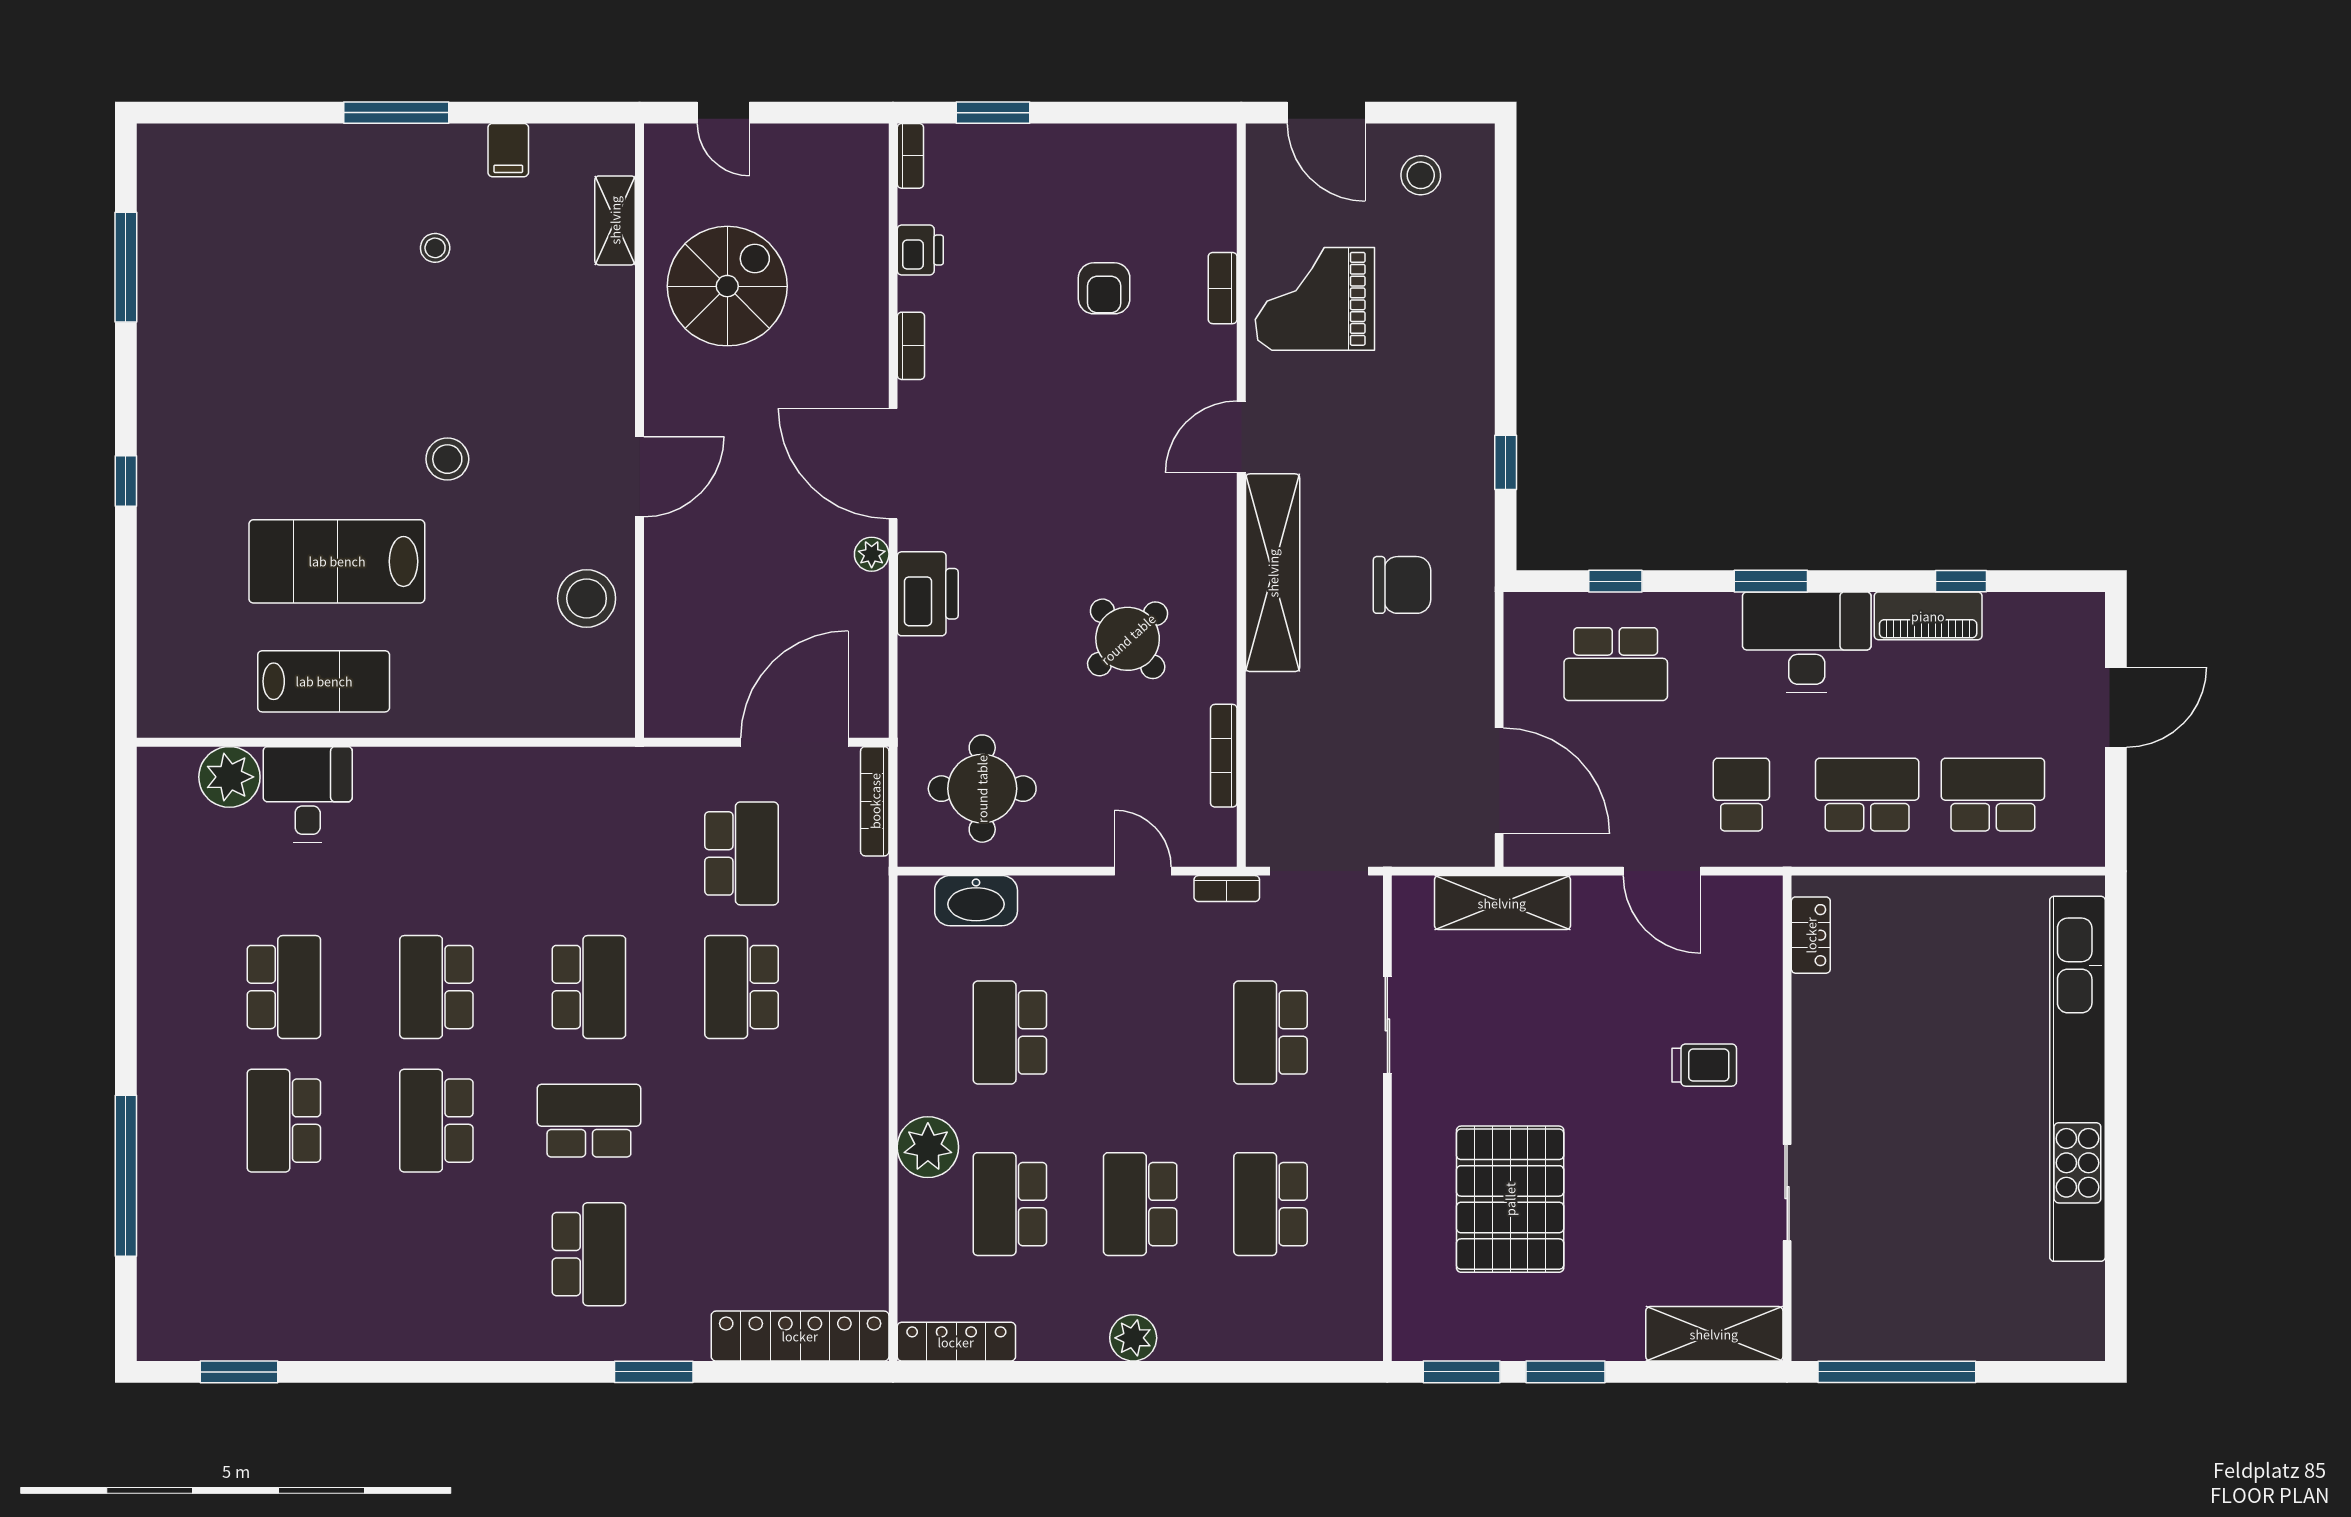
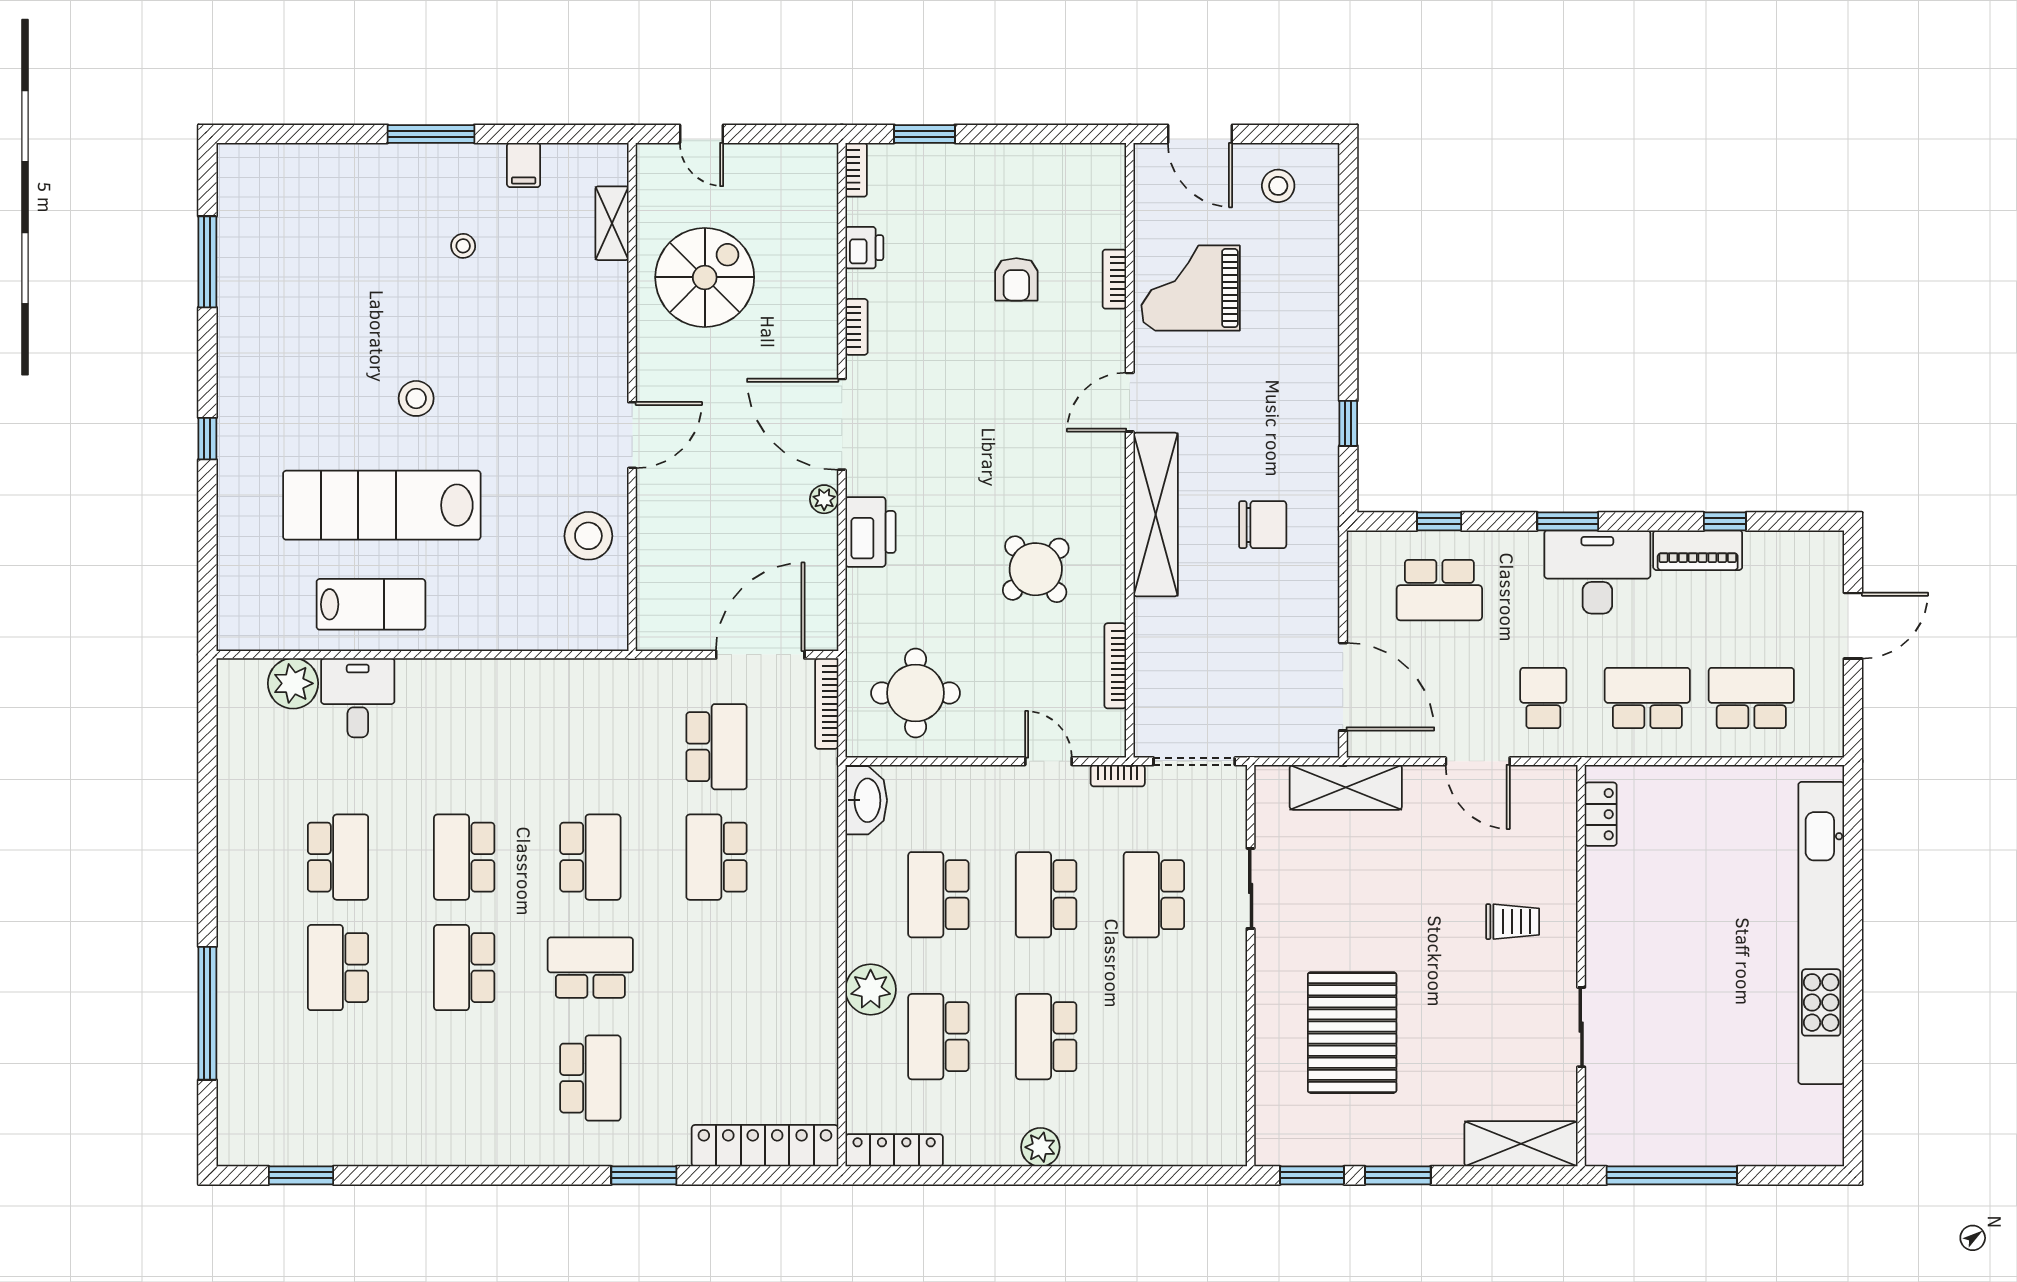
stool: (447, 459) -> (416, 398), moved
lab bench: (337, 561) -> (382, 505), width x1.36
washbasin: (976, 901) -> (866, 800), moved, turned -90
school desk: (1271, 1204) -> (1046, 895), moved

